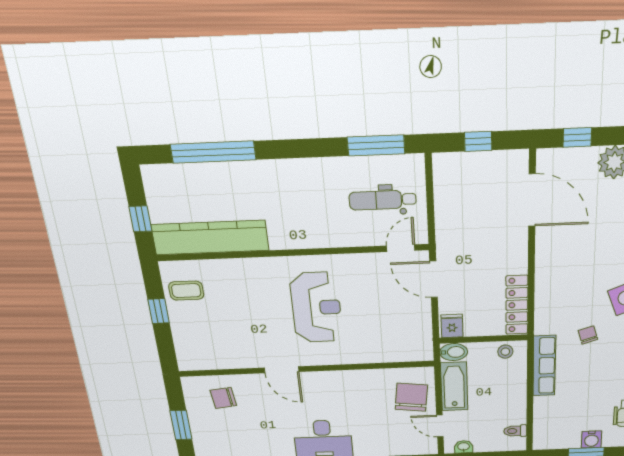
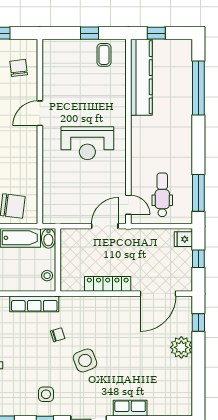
locker: (517, 305) -> (108, 284), moved
fridge: (452, 326) -> (183, 239), moved, turned 180

